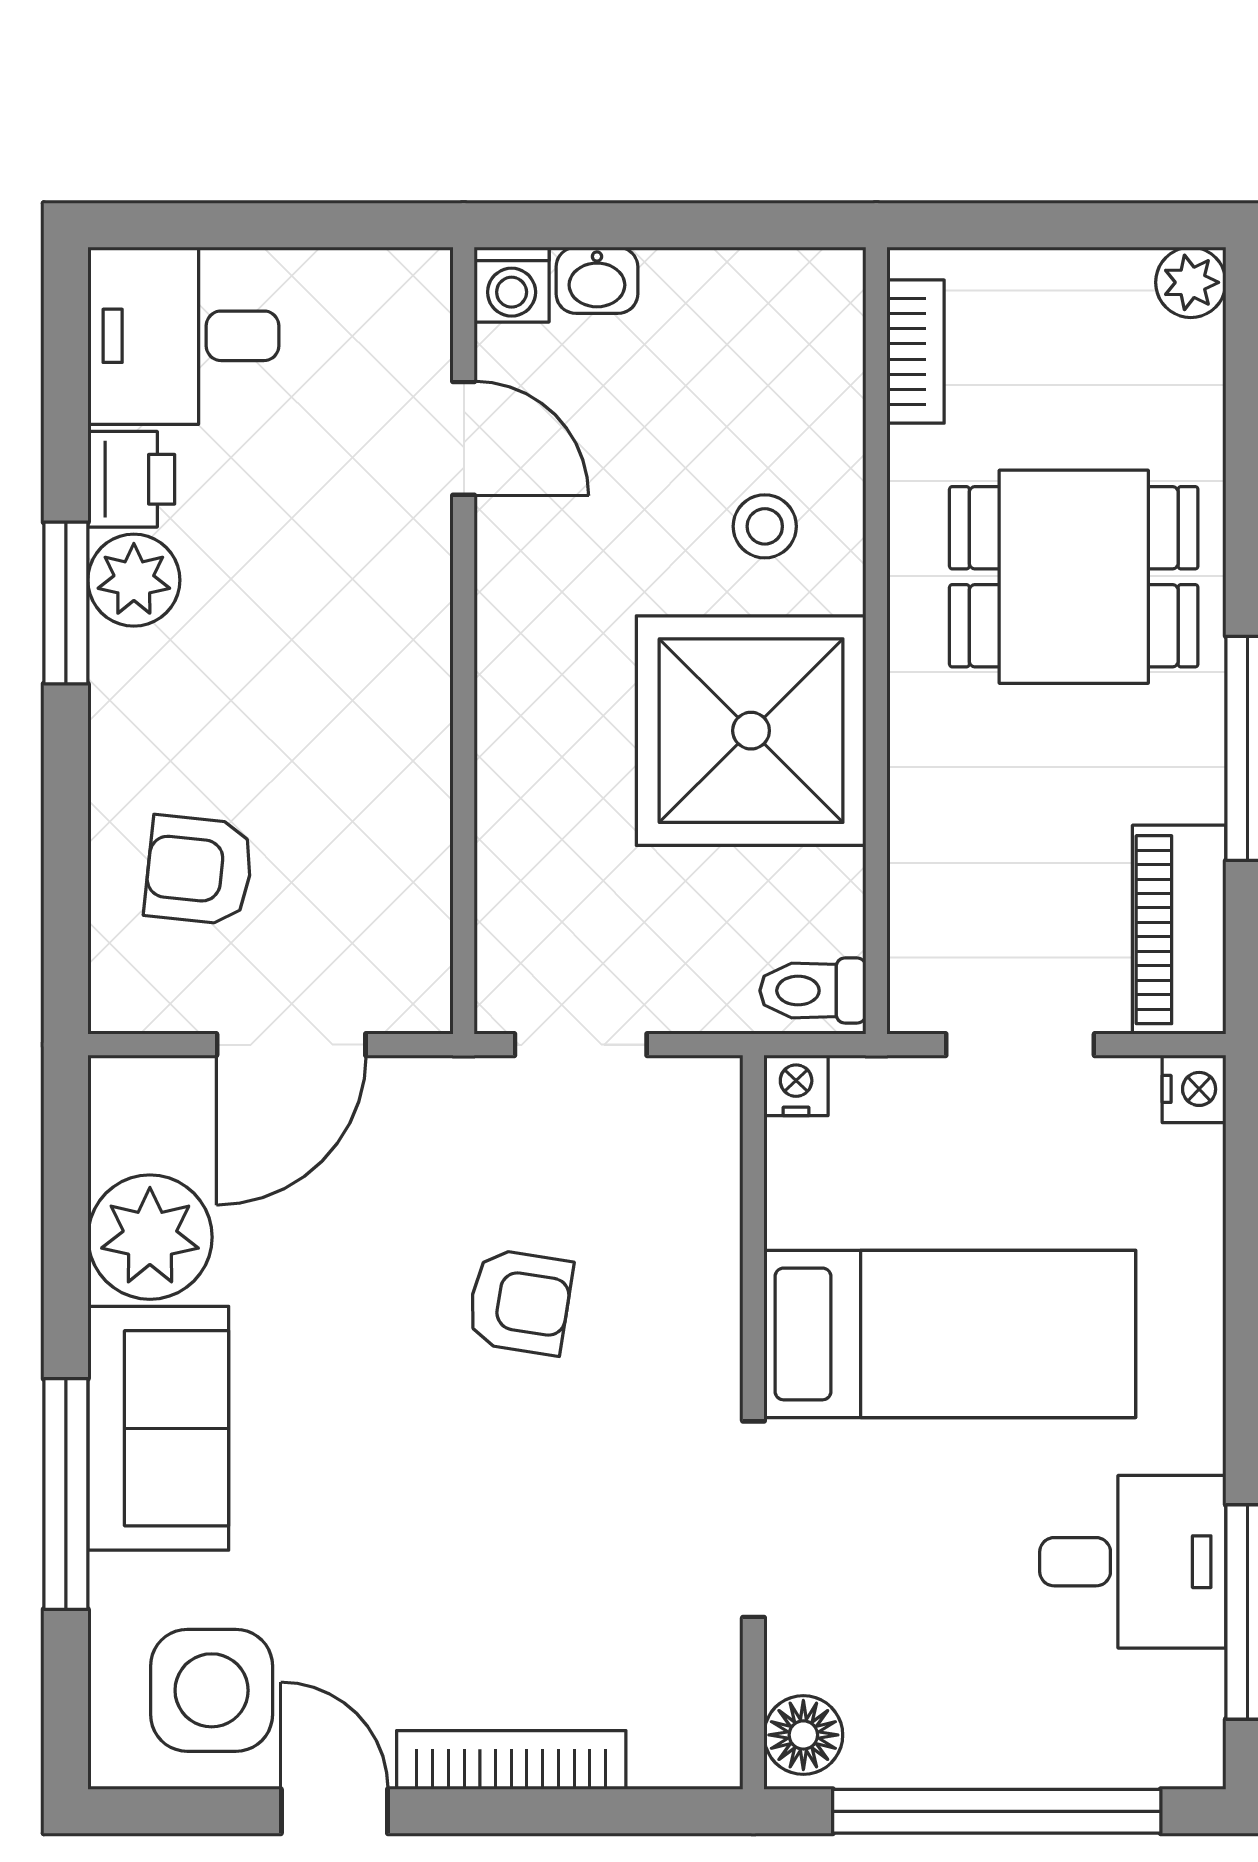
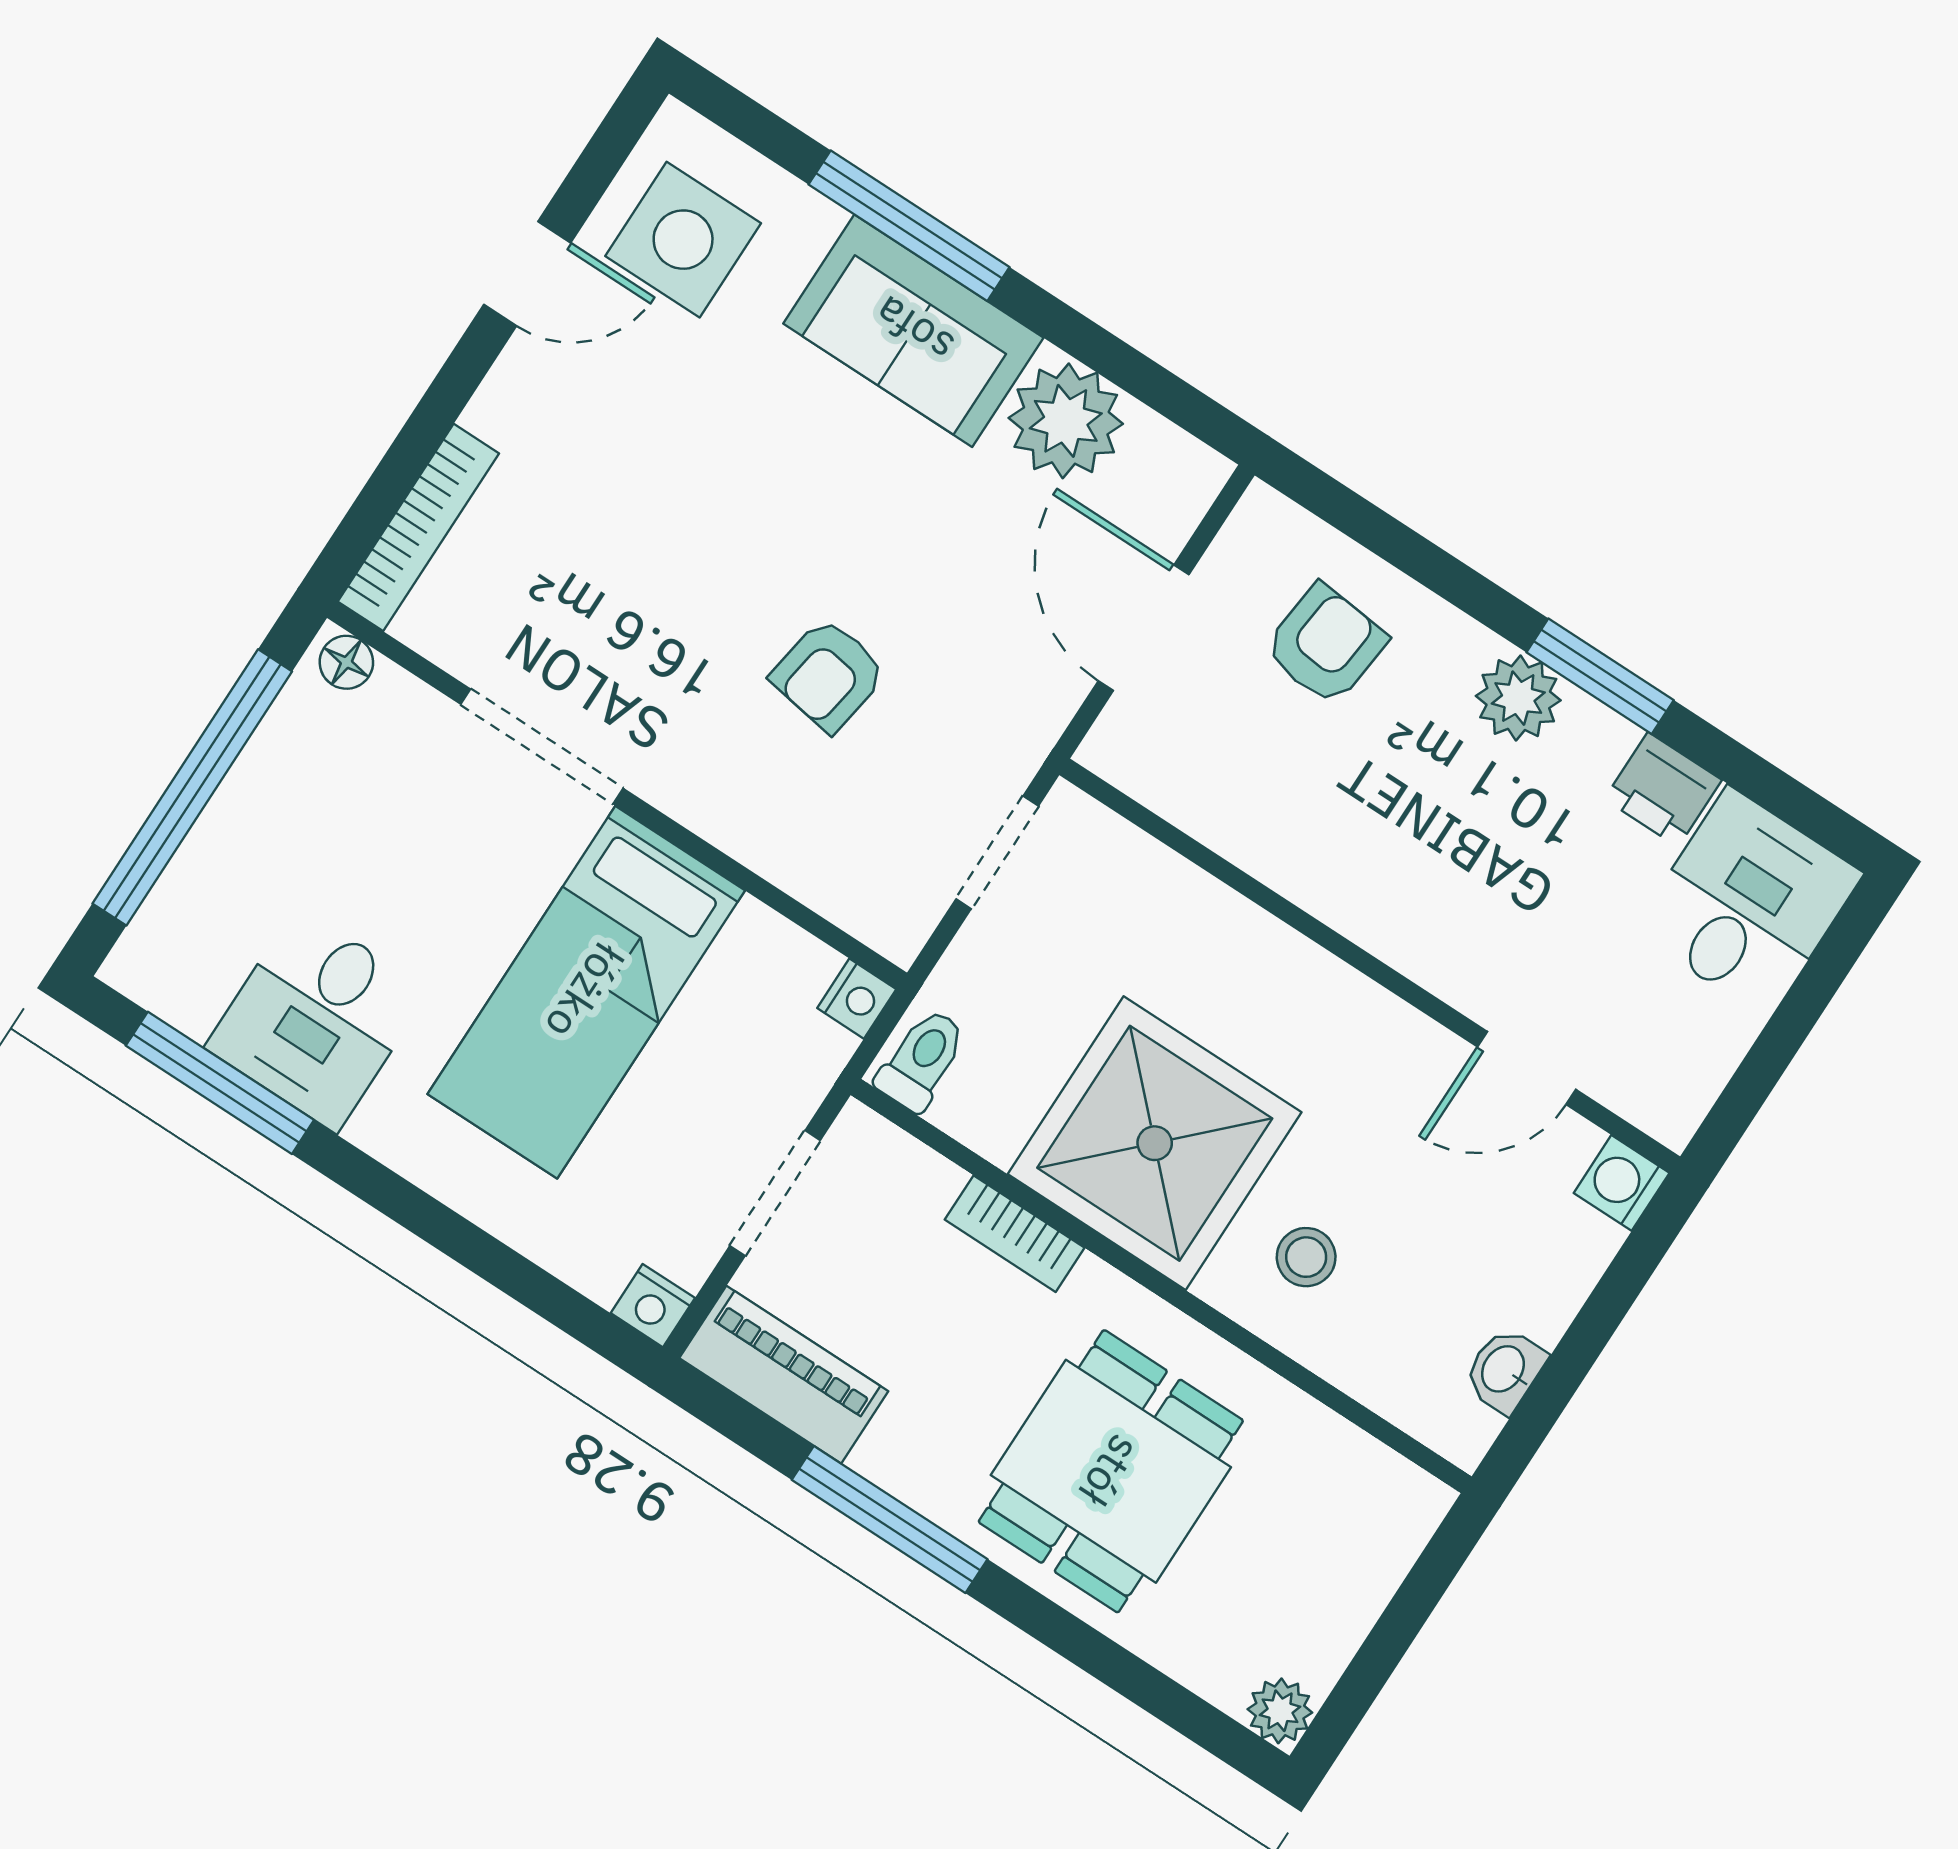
washbasin: (597, 280) -> (1504, 1370), moved
bookcase: (916, 352) -> (1015, 1234), moved
plant: (134, 580) -> (1518, 698), moved
floor lamp: (803, 1735) -> (346, 662), width x0.73, depth x0.73
bookcase: (511, 1760) -> (418, 527), moved

